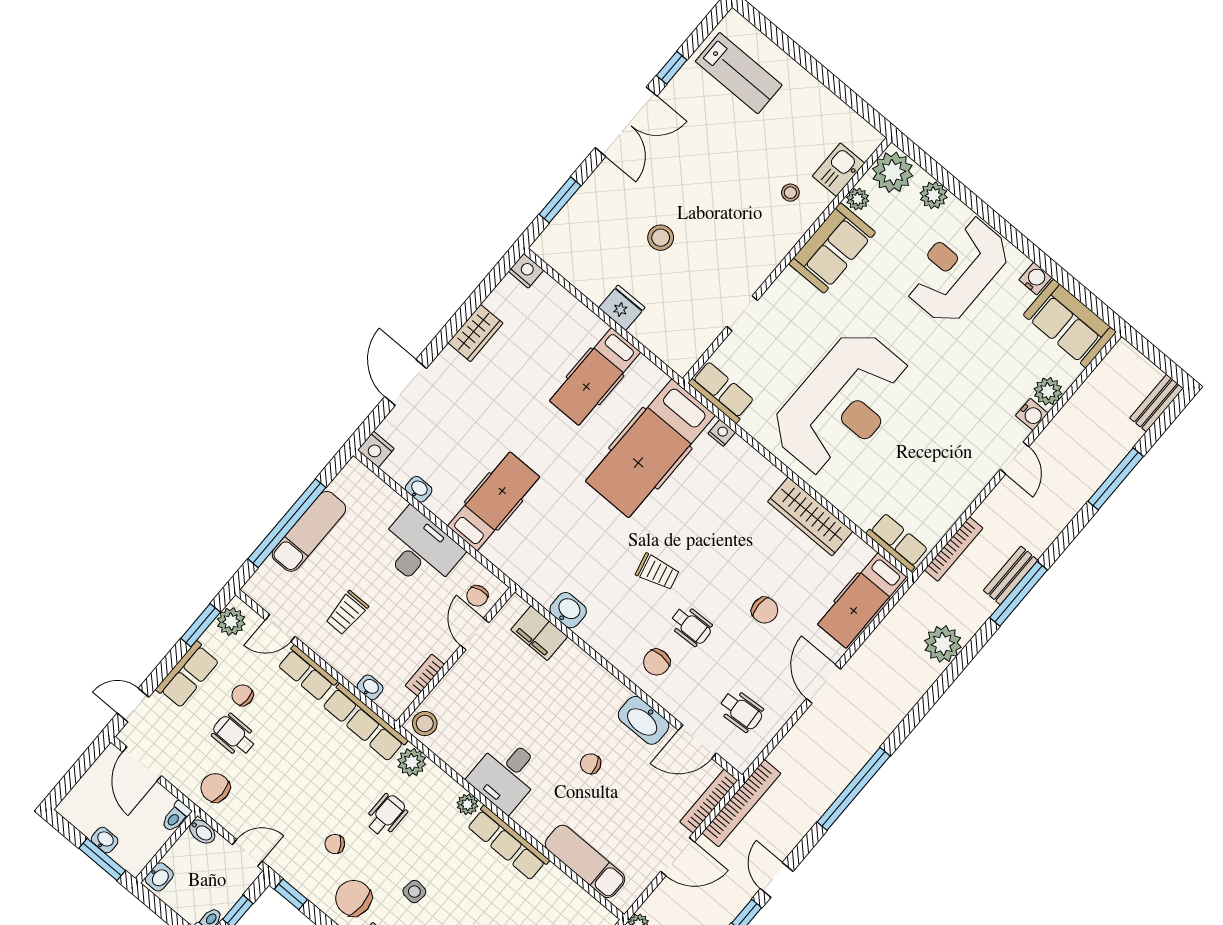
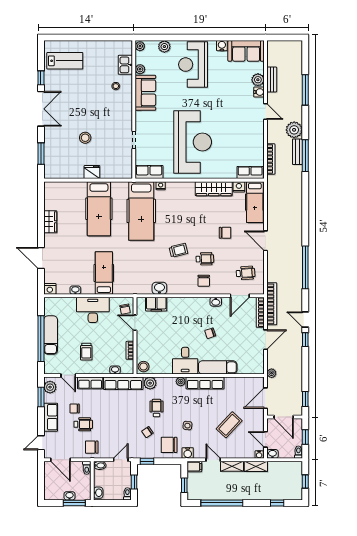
plant: (893, 172) -> (140, 46), width x0.53, depth x0.53
nightstand: (526, 271) -> (239, 187), moved
hospital bed: (595, 376) -> (99, 209), width x1.37, depth x1.29
bench: (1157, 403) -> (272, 79), moved
door: (280, 628) -> (68, 375), hinge flipped
plant: (943, 644) -> (294, 130), moved
washbasin: (644, 720) -> (216, 302), width x0.52, depth x0.69
wheelchair: (234, 735) -> (83, 424), turned 180
exam couch: (585, 861) -> (218, 367), moved

